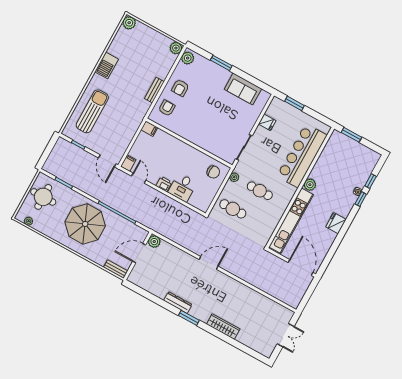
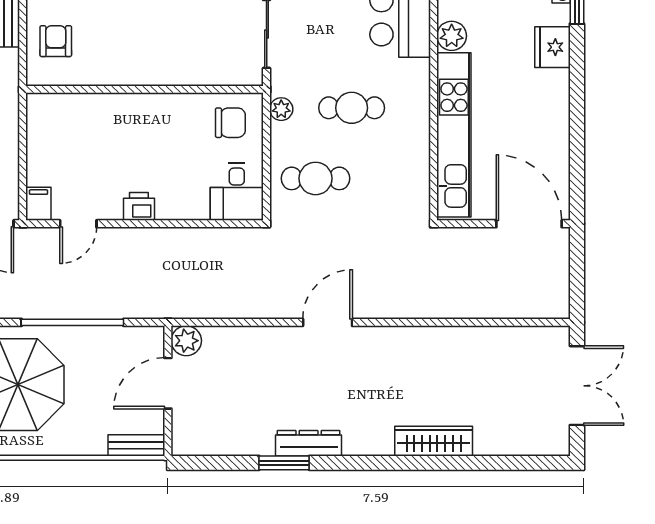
filing cabinet: (149, 129) -> (43, 105), removed
door: (139, 178) -> (78, 224), swing flipped
desk: (183, 187) -> (237, 192), moved
fridge: (336, 223) -> (552, 47), moved
window: (189, 318) -> (284, 463), moved
double door: (286, 335) -> (577, 386), width x1.37

